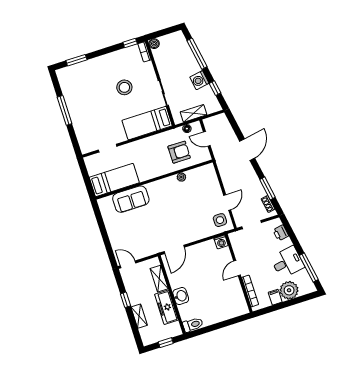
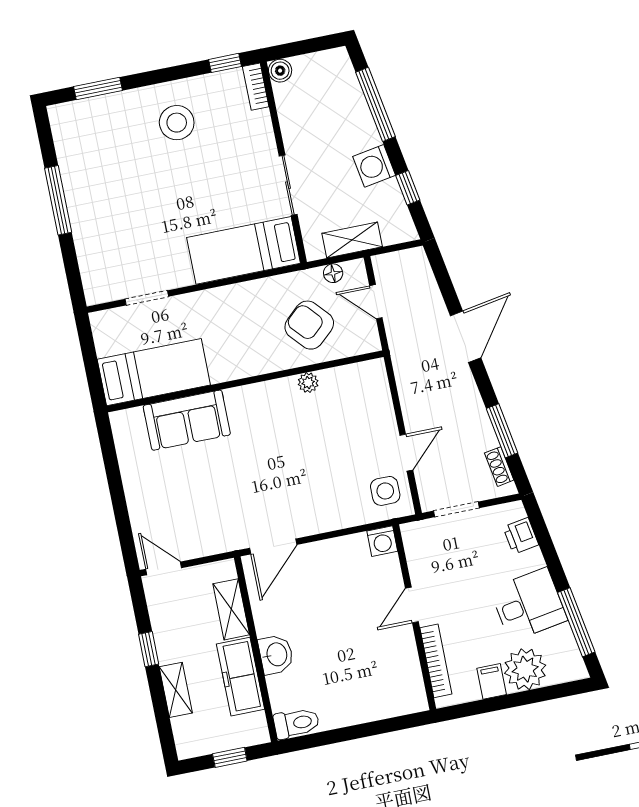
stool: (124, 87) -> (177, 123), moved
armchair: (179, 152) -> (309, 325), turned -132

